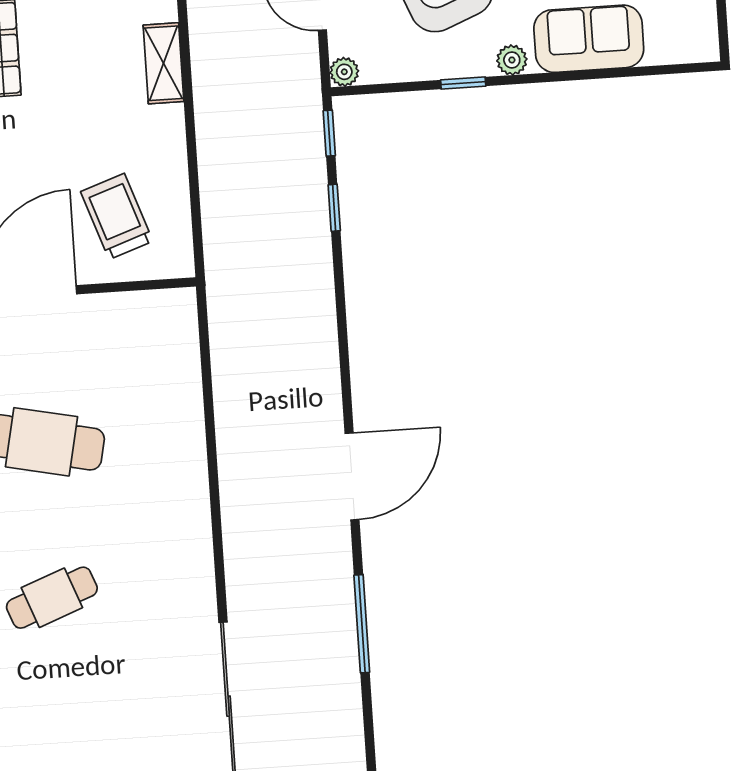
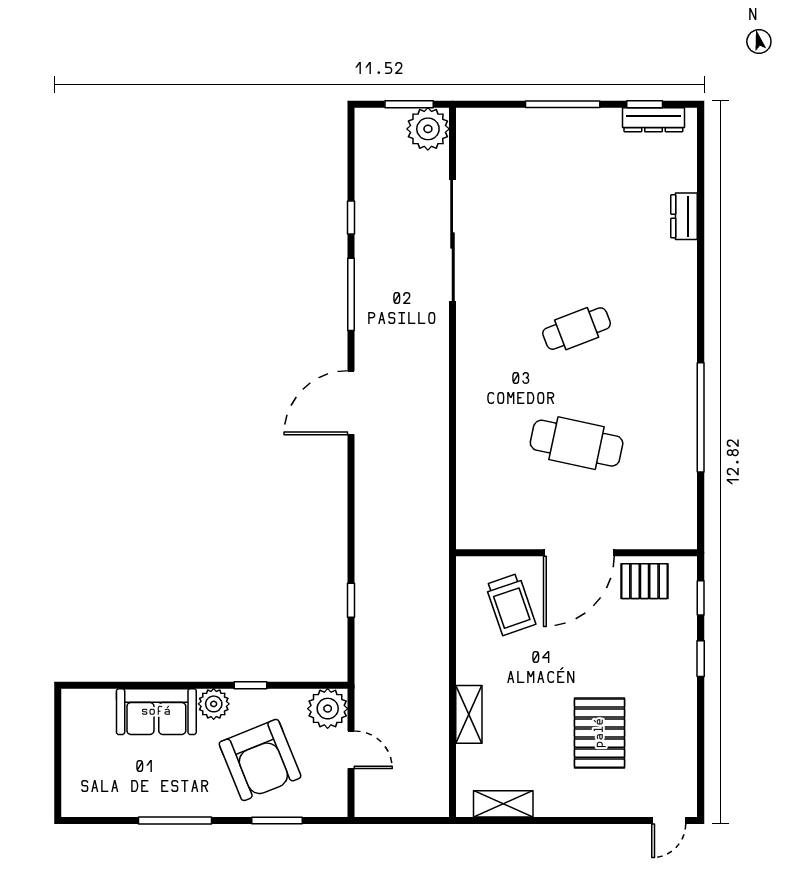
plant: (512, 60) -> (214, 704), width x1.38, depth x1.38
plant: (344, 72) -> (328, 709), width x1.88, depth x1.88
window: (329, 133) -> (351, 218), moved

